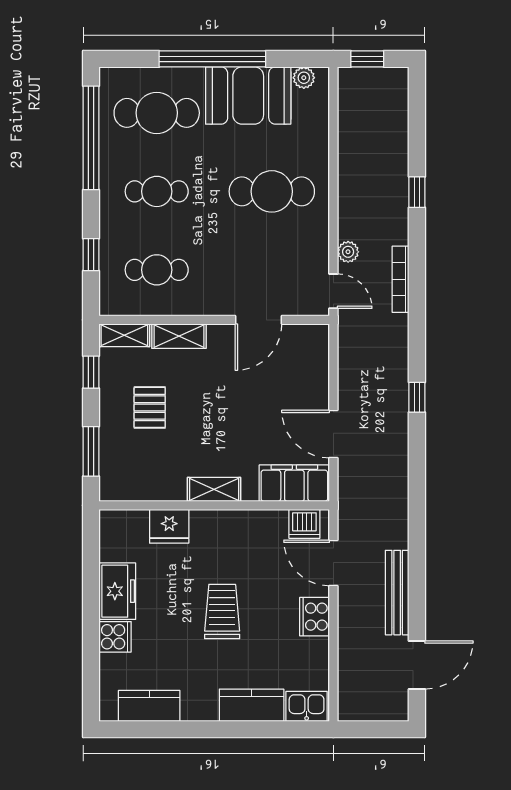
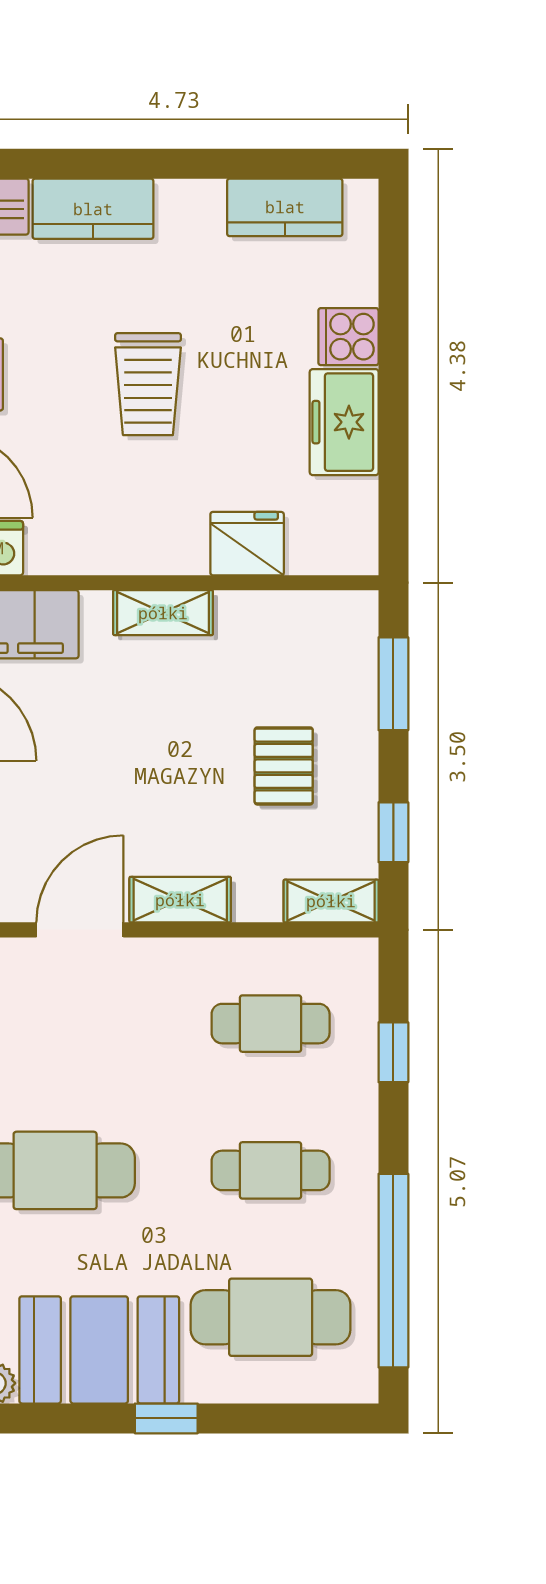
window: (212, 59) -> (166, 1418), width x0.32
shelving: (179, 336) -> (180, 900), moved

